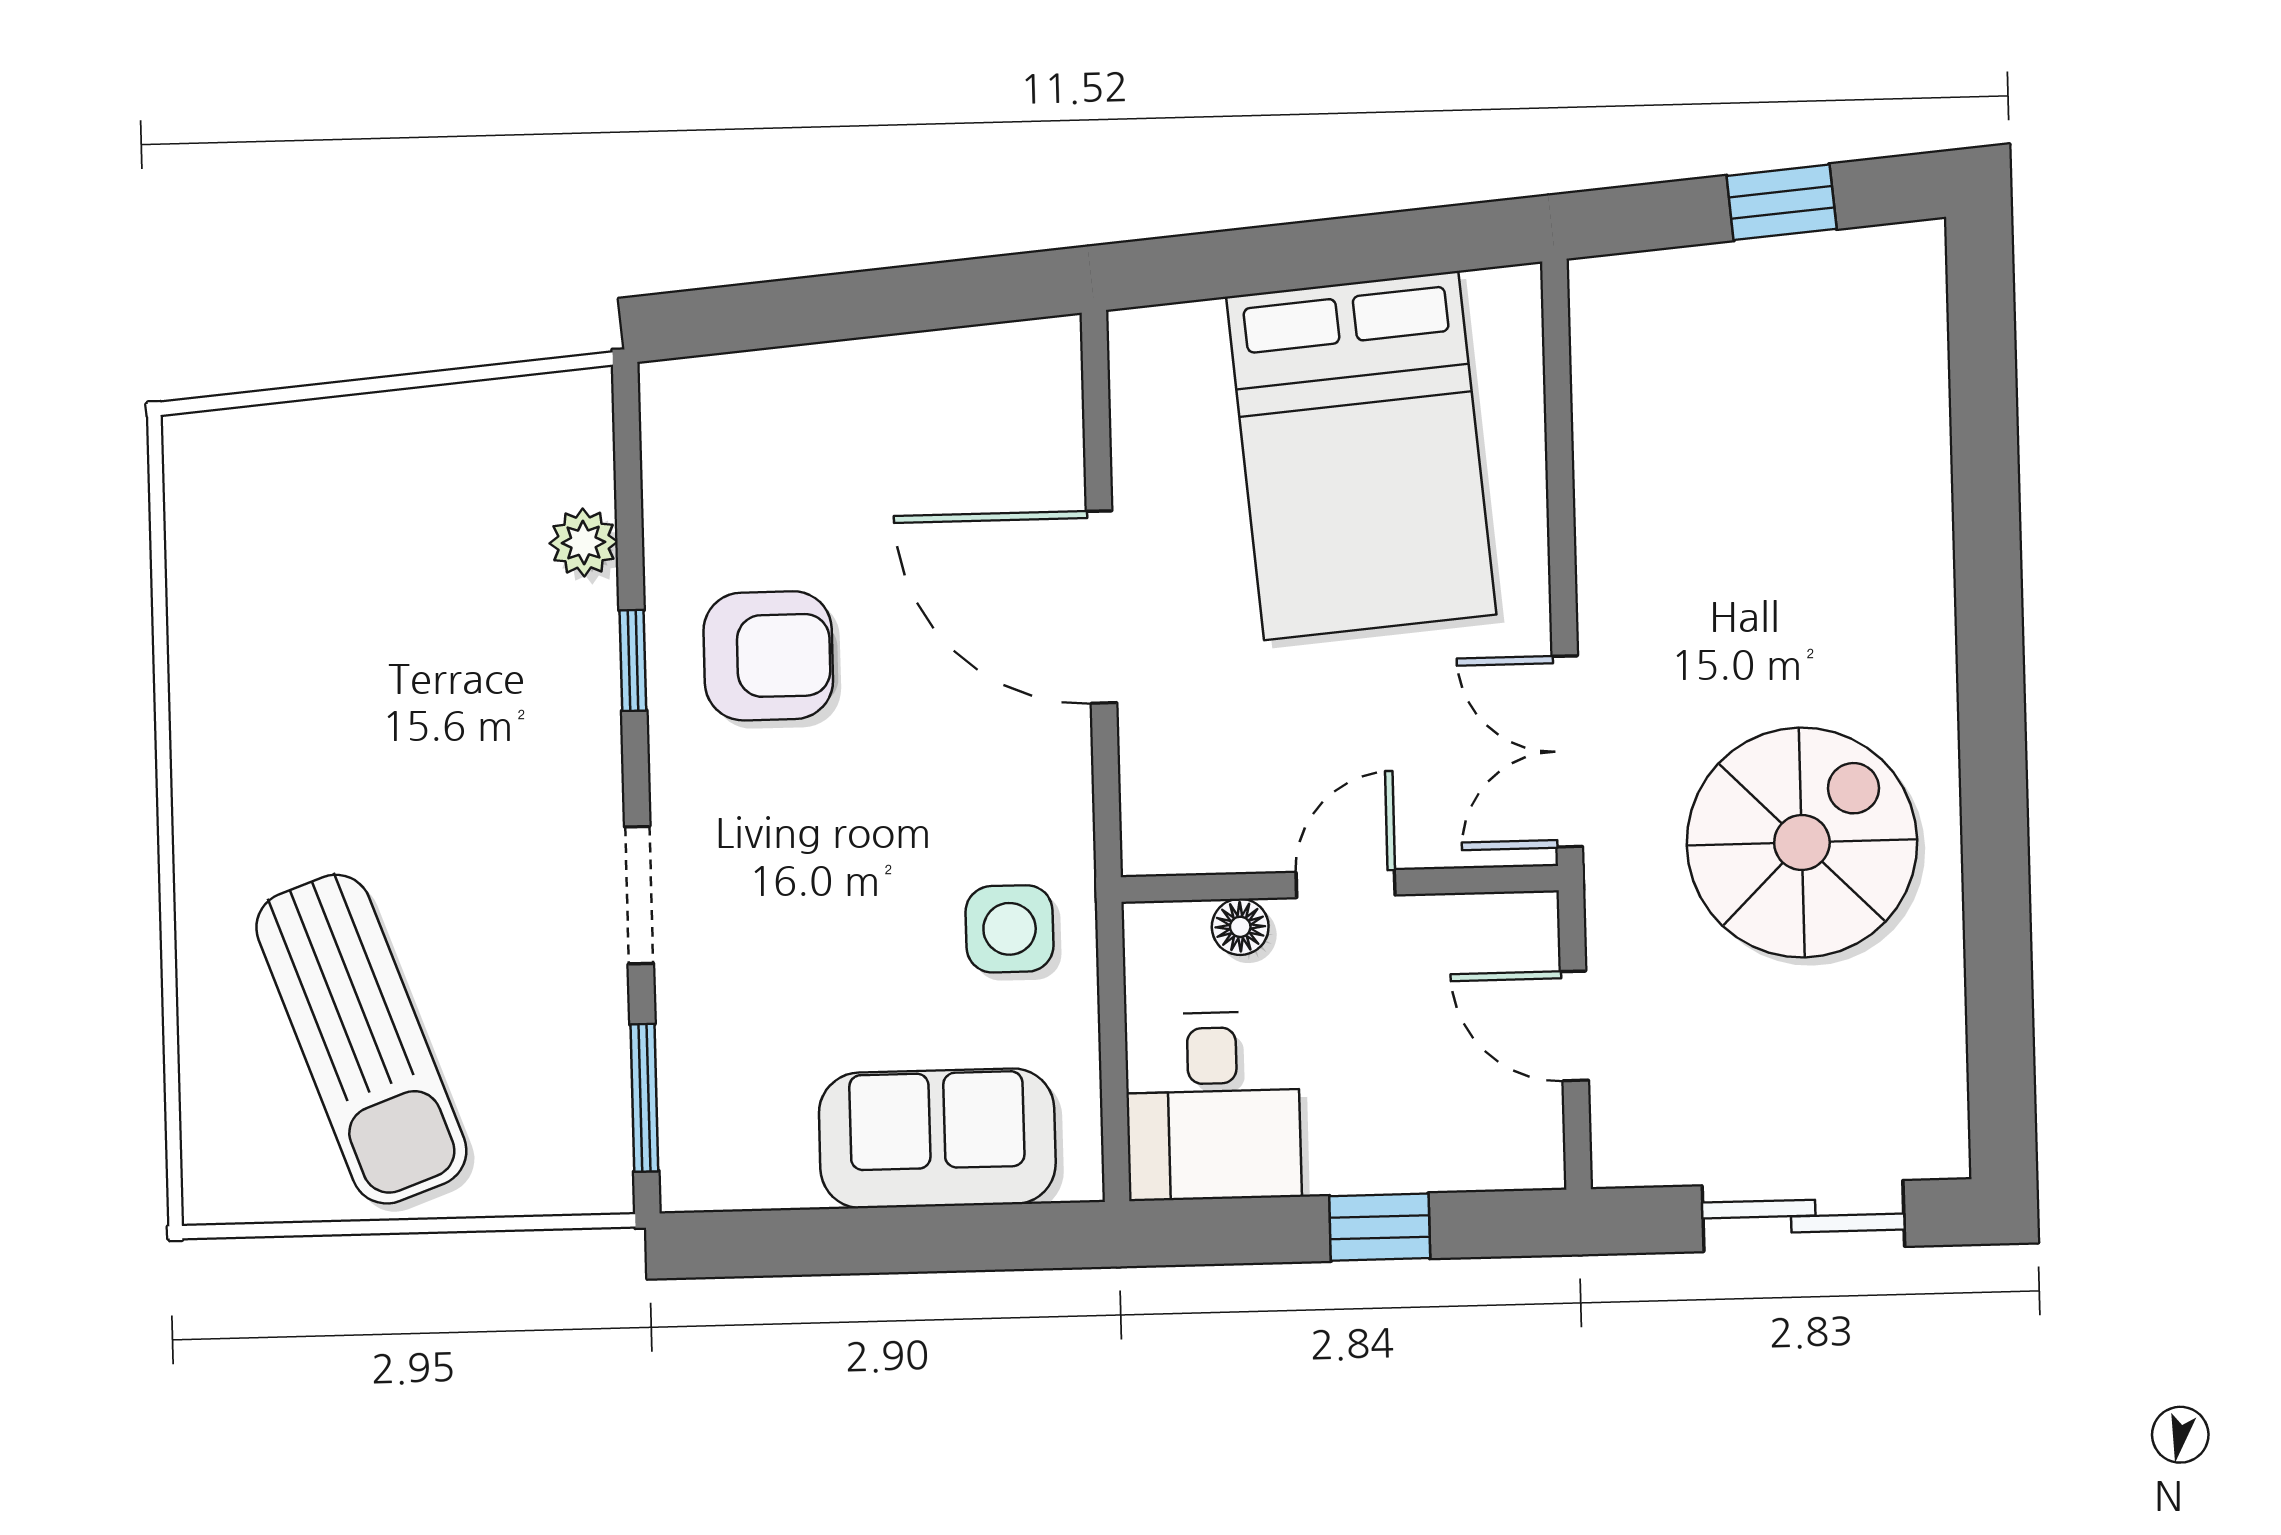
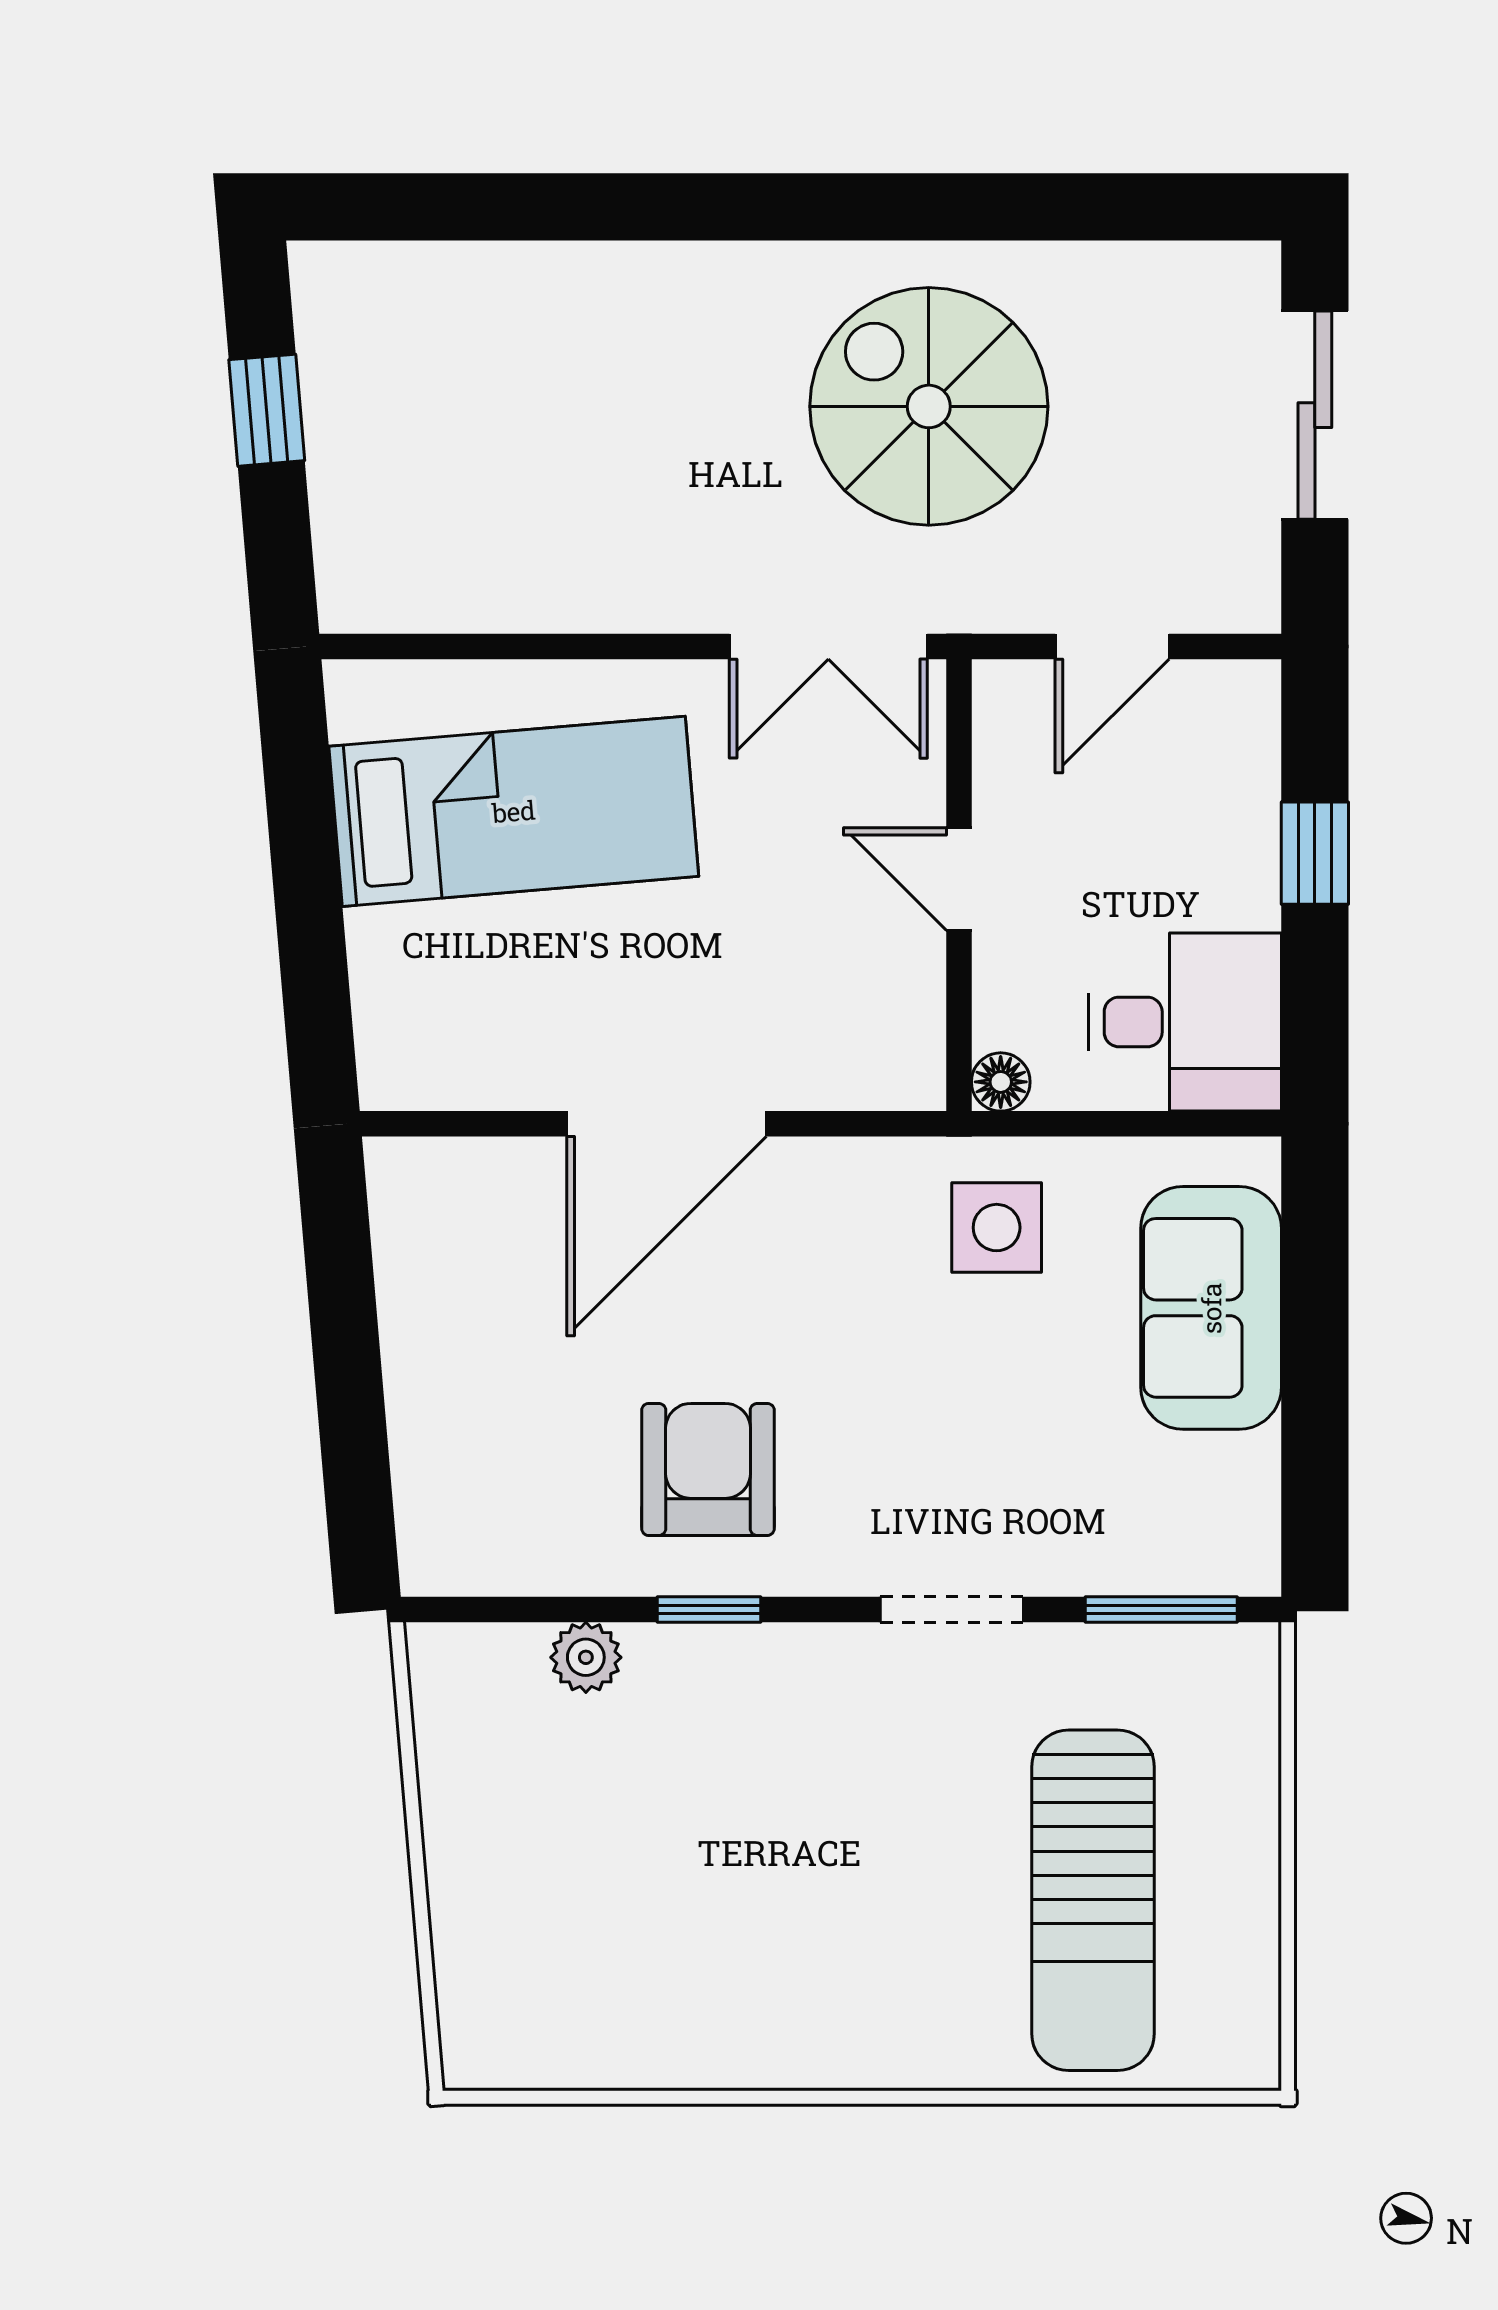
bed: (1361, 456) -> (514, 811), width x0.67
floor lamp: (1240, 927) -> (1001, 1082), moved
sun lounger: (361, 1039) -> (1093, 1900), turned 110

